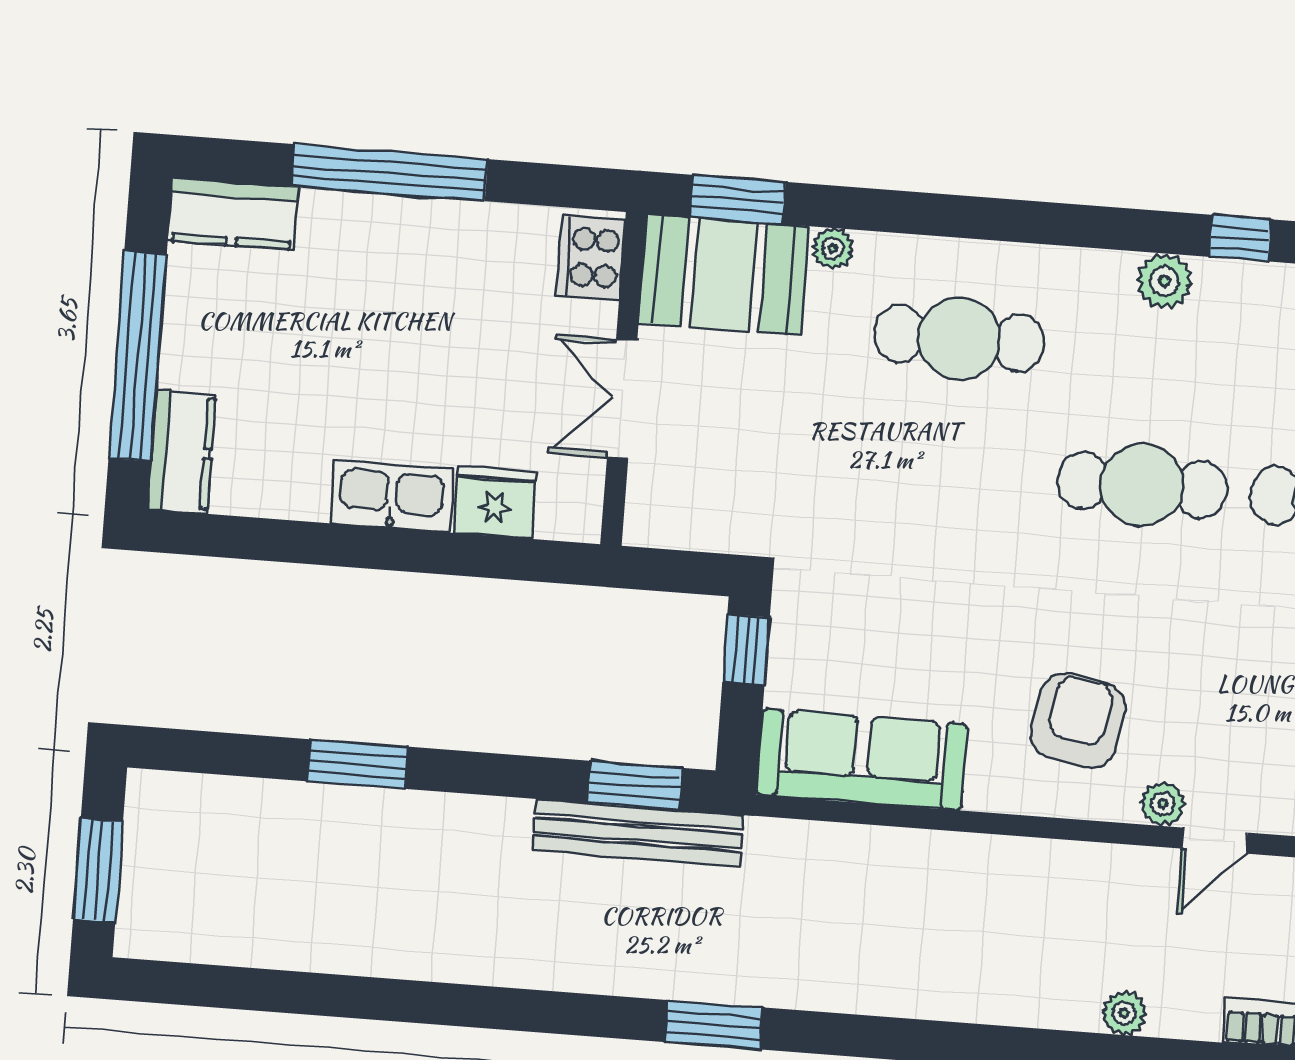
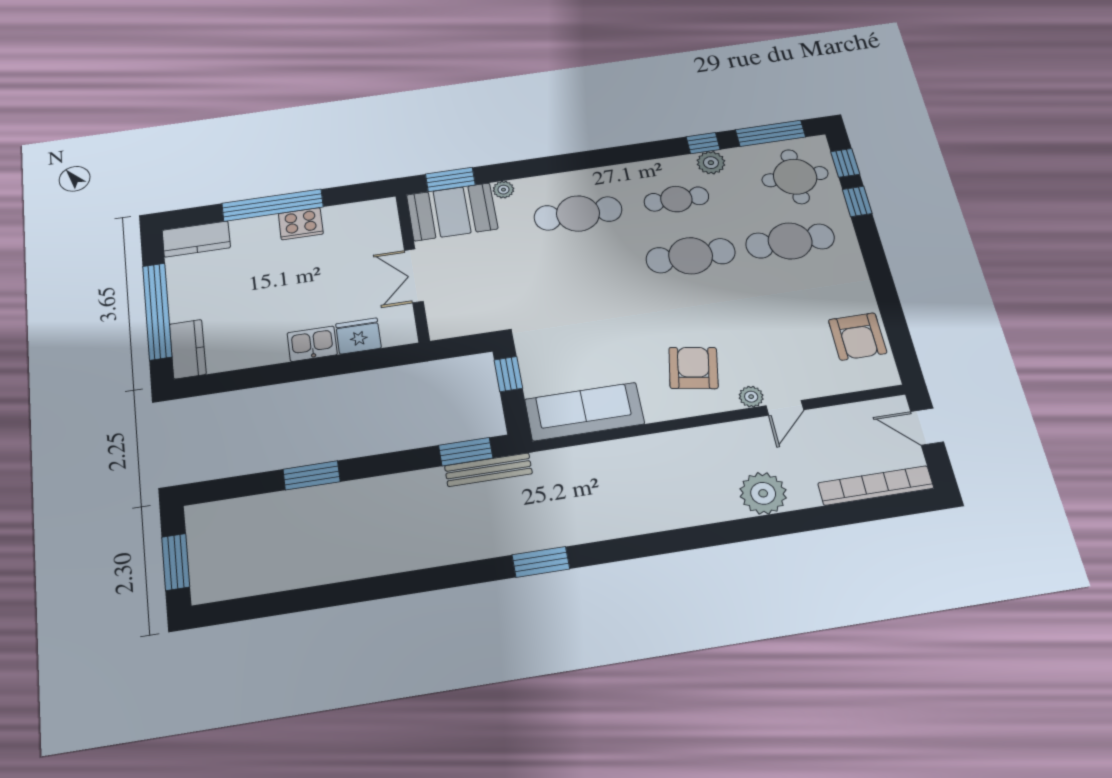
cooker: (591, 257) -> (301, 224), moved, turned -90
plant: (1164, 281) -> (711, 163), moved
cafe table: (1152, 353) -> (676, 199), added
kitchen sink: (392, 496) -> (312, 344), width x0.73
bench: (638, 833) -> (488, 470), width x0.73, depth x0.82
plant: (1124, 1013) -> (763, 493), width x1.87, depth x1.87

